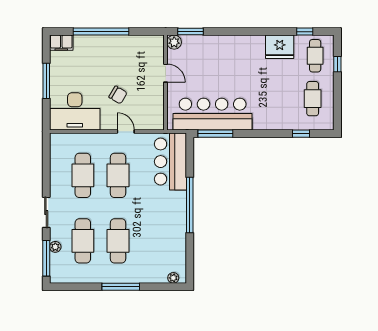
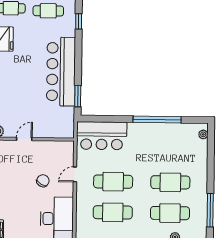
bar counter: (213, 114) -> (61, 72), moved
window: (215, 134) -> (78, 96), width x0.69
window: (190, 205) -> (157, 119), moved
window: (121, 287) -> (210, 210), moved

